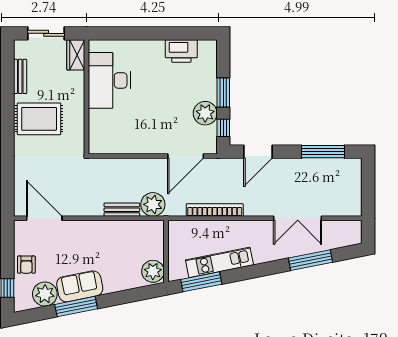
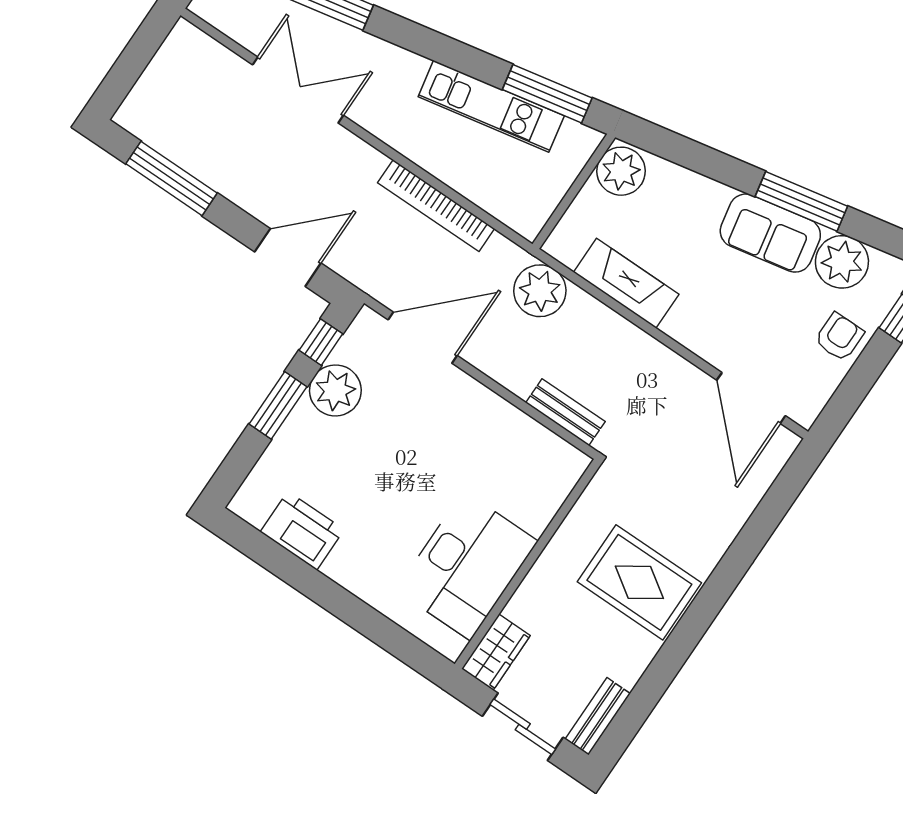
bench: (20, 76) -> (598, 716), moved
bench: (122, 210) -> (565, 412), moved
fireplace: (122, 230) -> (626, 283), added

